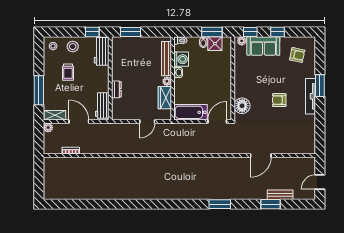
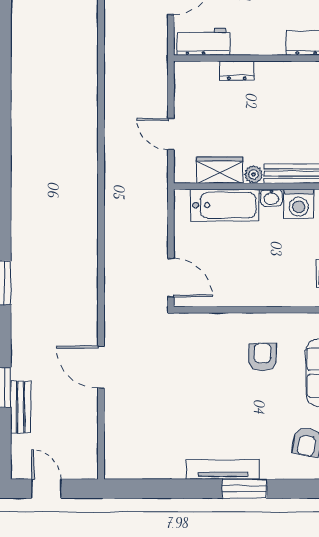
armchair: (279, 100) -> (262, 357), moved
floor lamp: (242, 106) -> (203, 329), removed
bathtub: (191, 112) -> (225, 205), moved, turned 90

